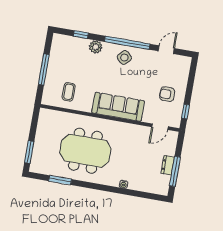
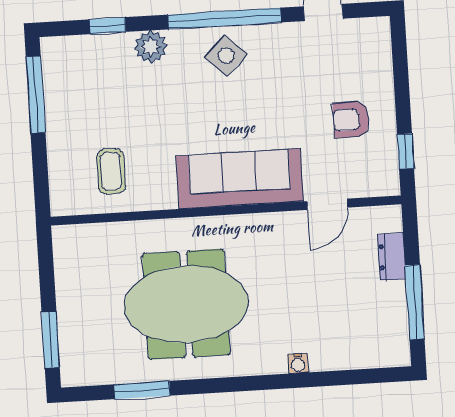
window: (44, 69) -> (36, 95), moved
door: (160, 127) -> (327, 204), moved
dresser: (168, 165) -> (392, 257), moved

